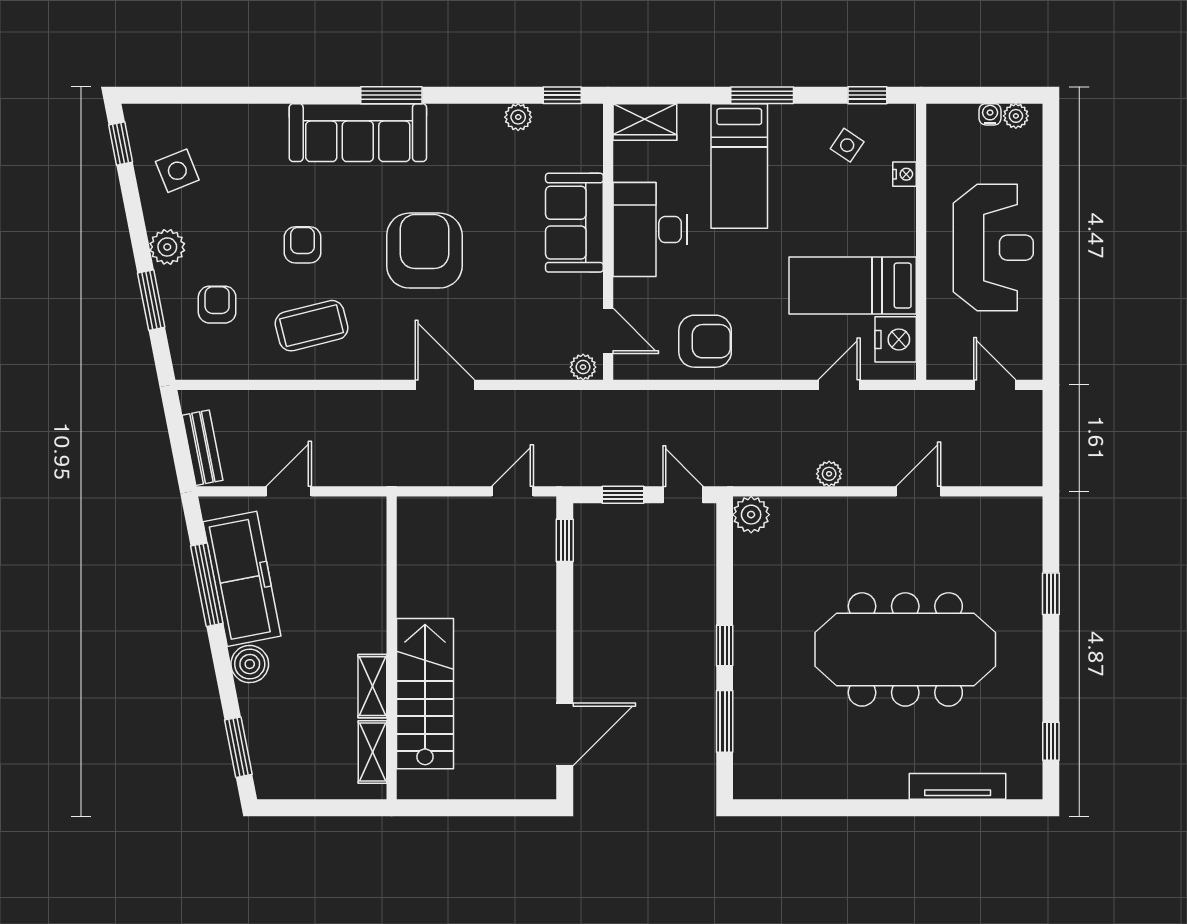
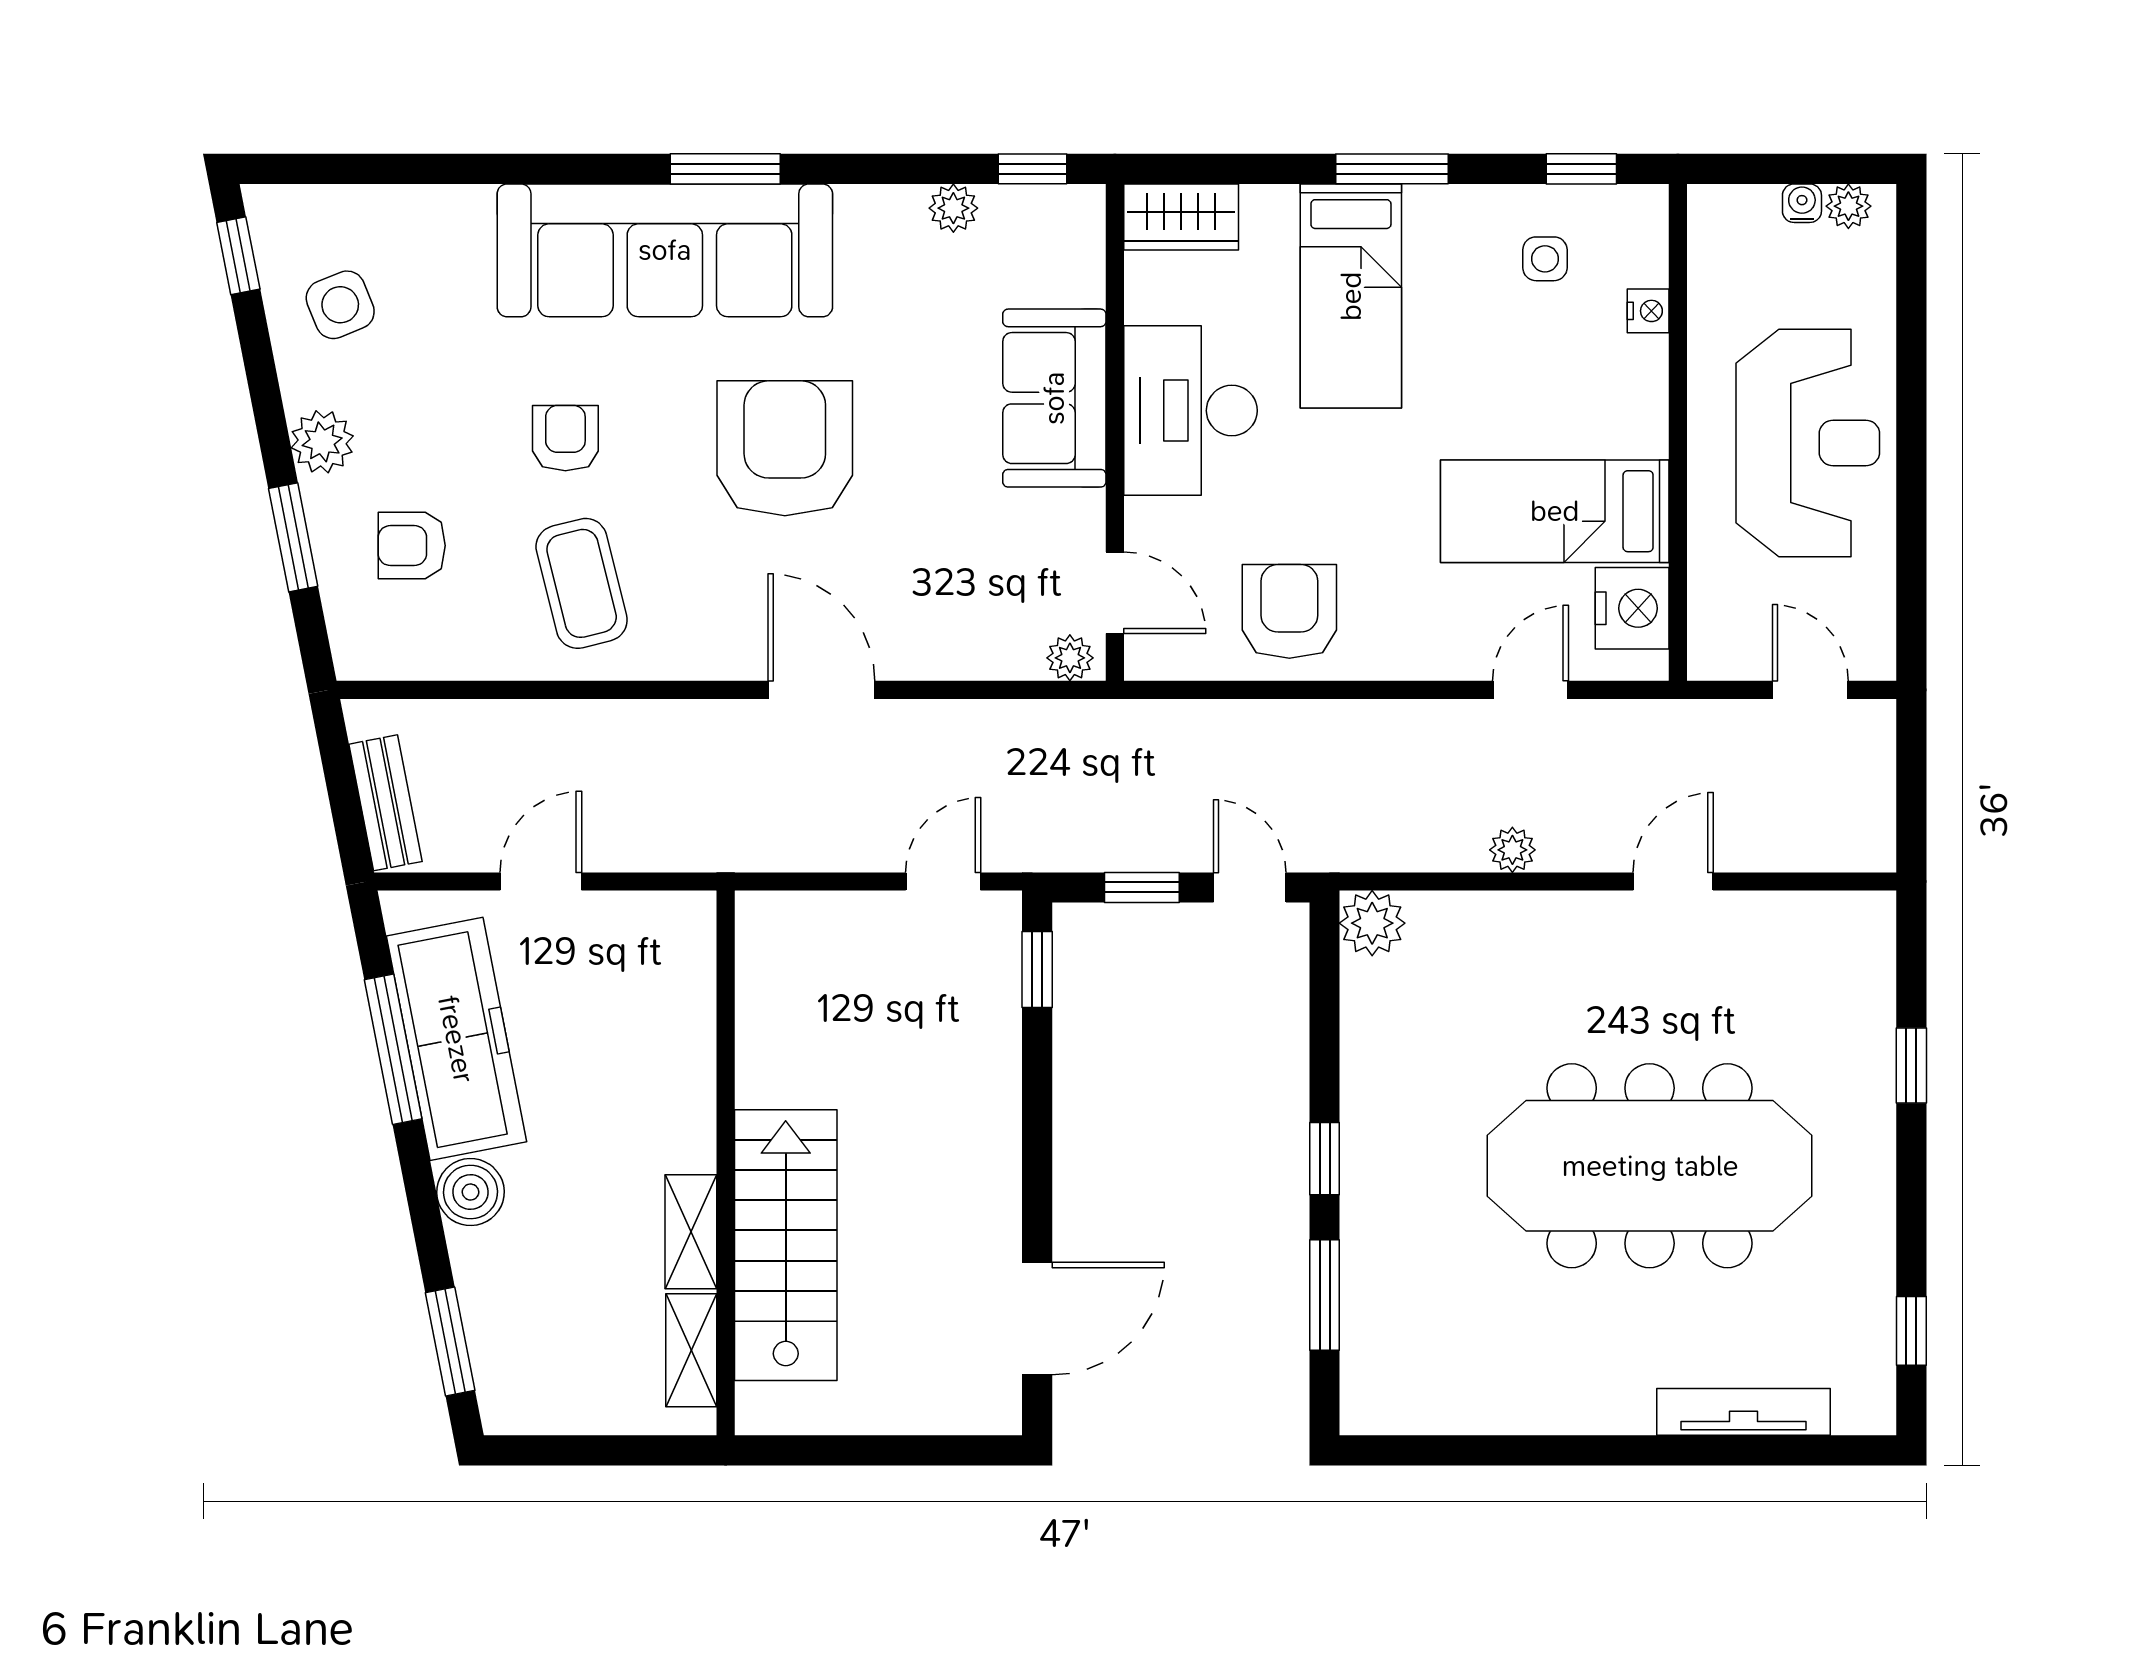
sofa: (358, 133) -> (665, 250), width x1.36, depth x1.27
side table: (847, 145) -> (1545, 259), turned -34
armchair: (217, 305) -> (412, 546), turned -90
coffee table: (311, 326) -> (582, 583), turned 90
armchair: (705, 341) -> (1289, 611), turned -90

